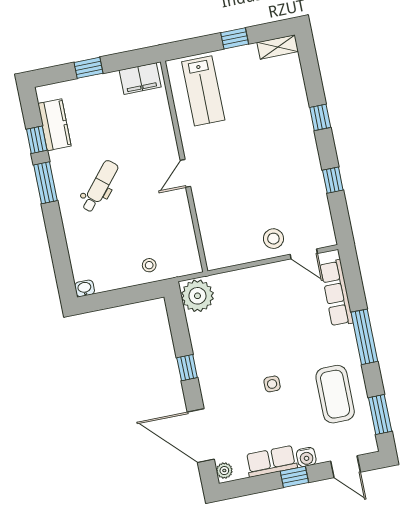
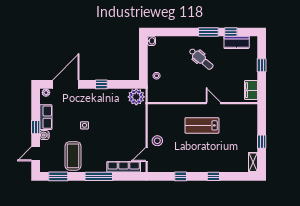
lab bench: (203, 91) -> (202, 125), moved
door: (185, 173) -> (213, 103), moved
coffee table: (335, 394) -> (73, 156), turned 90

